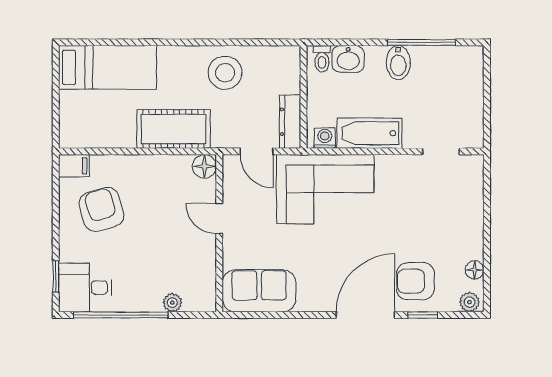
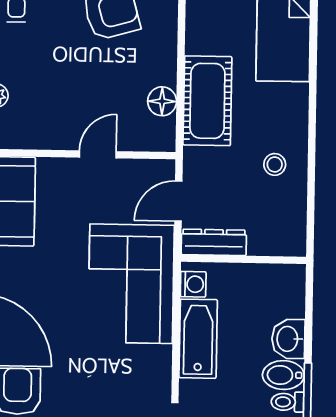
toilet: (322, 59) -> (287, 402), moved
washbasin: (348, 59) -> (288, 339), moved
stool: (225, 73) -> (275, 164), width x0.53, depth x0.53
floor lamp: (204, 166) -> (162, 101), moved

